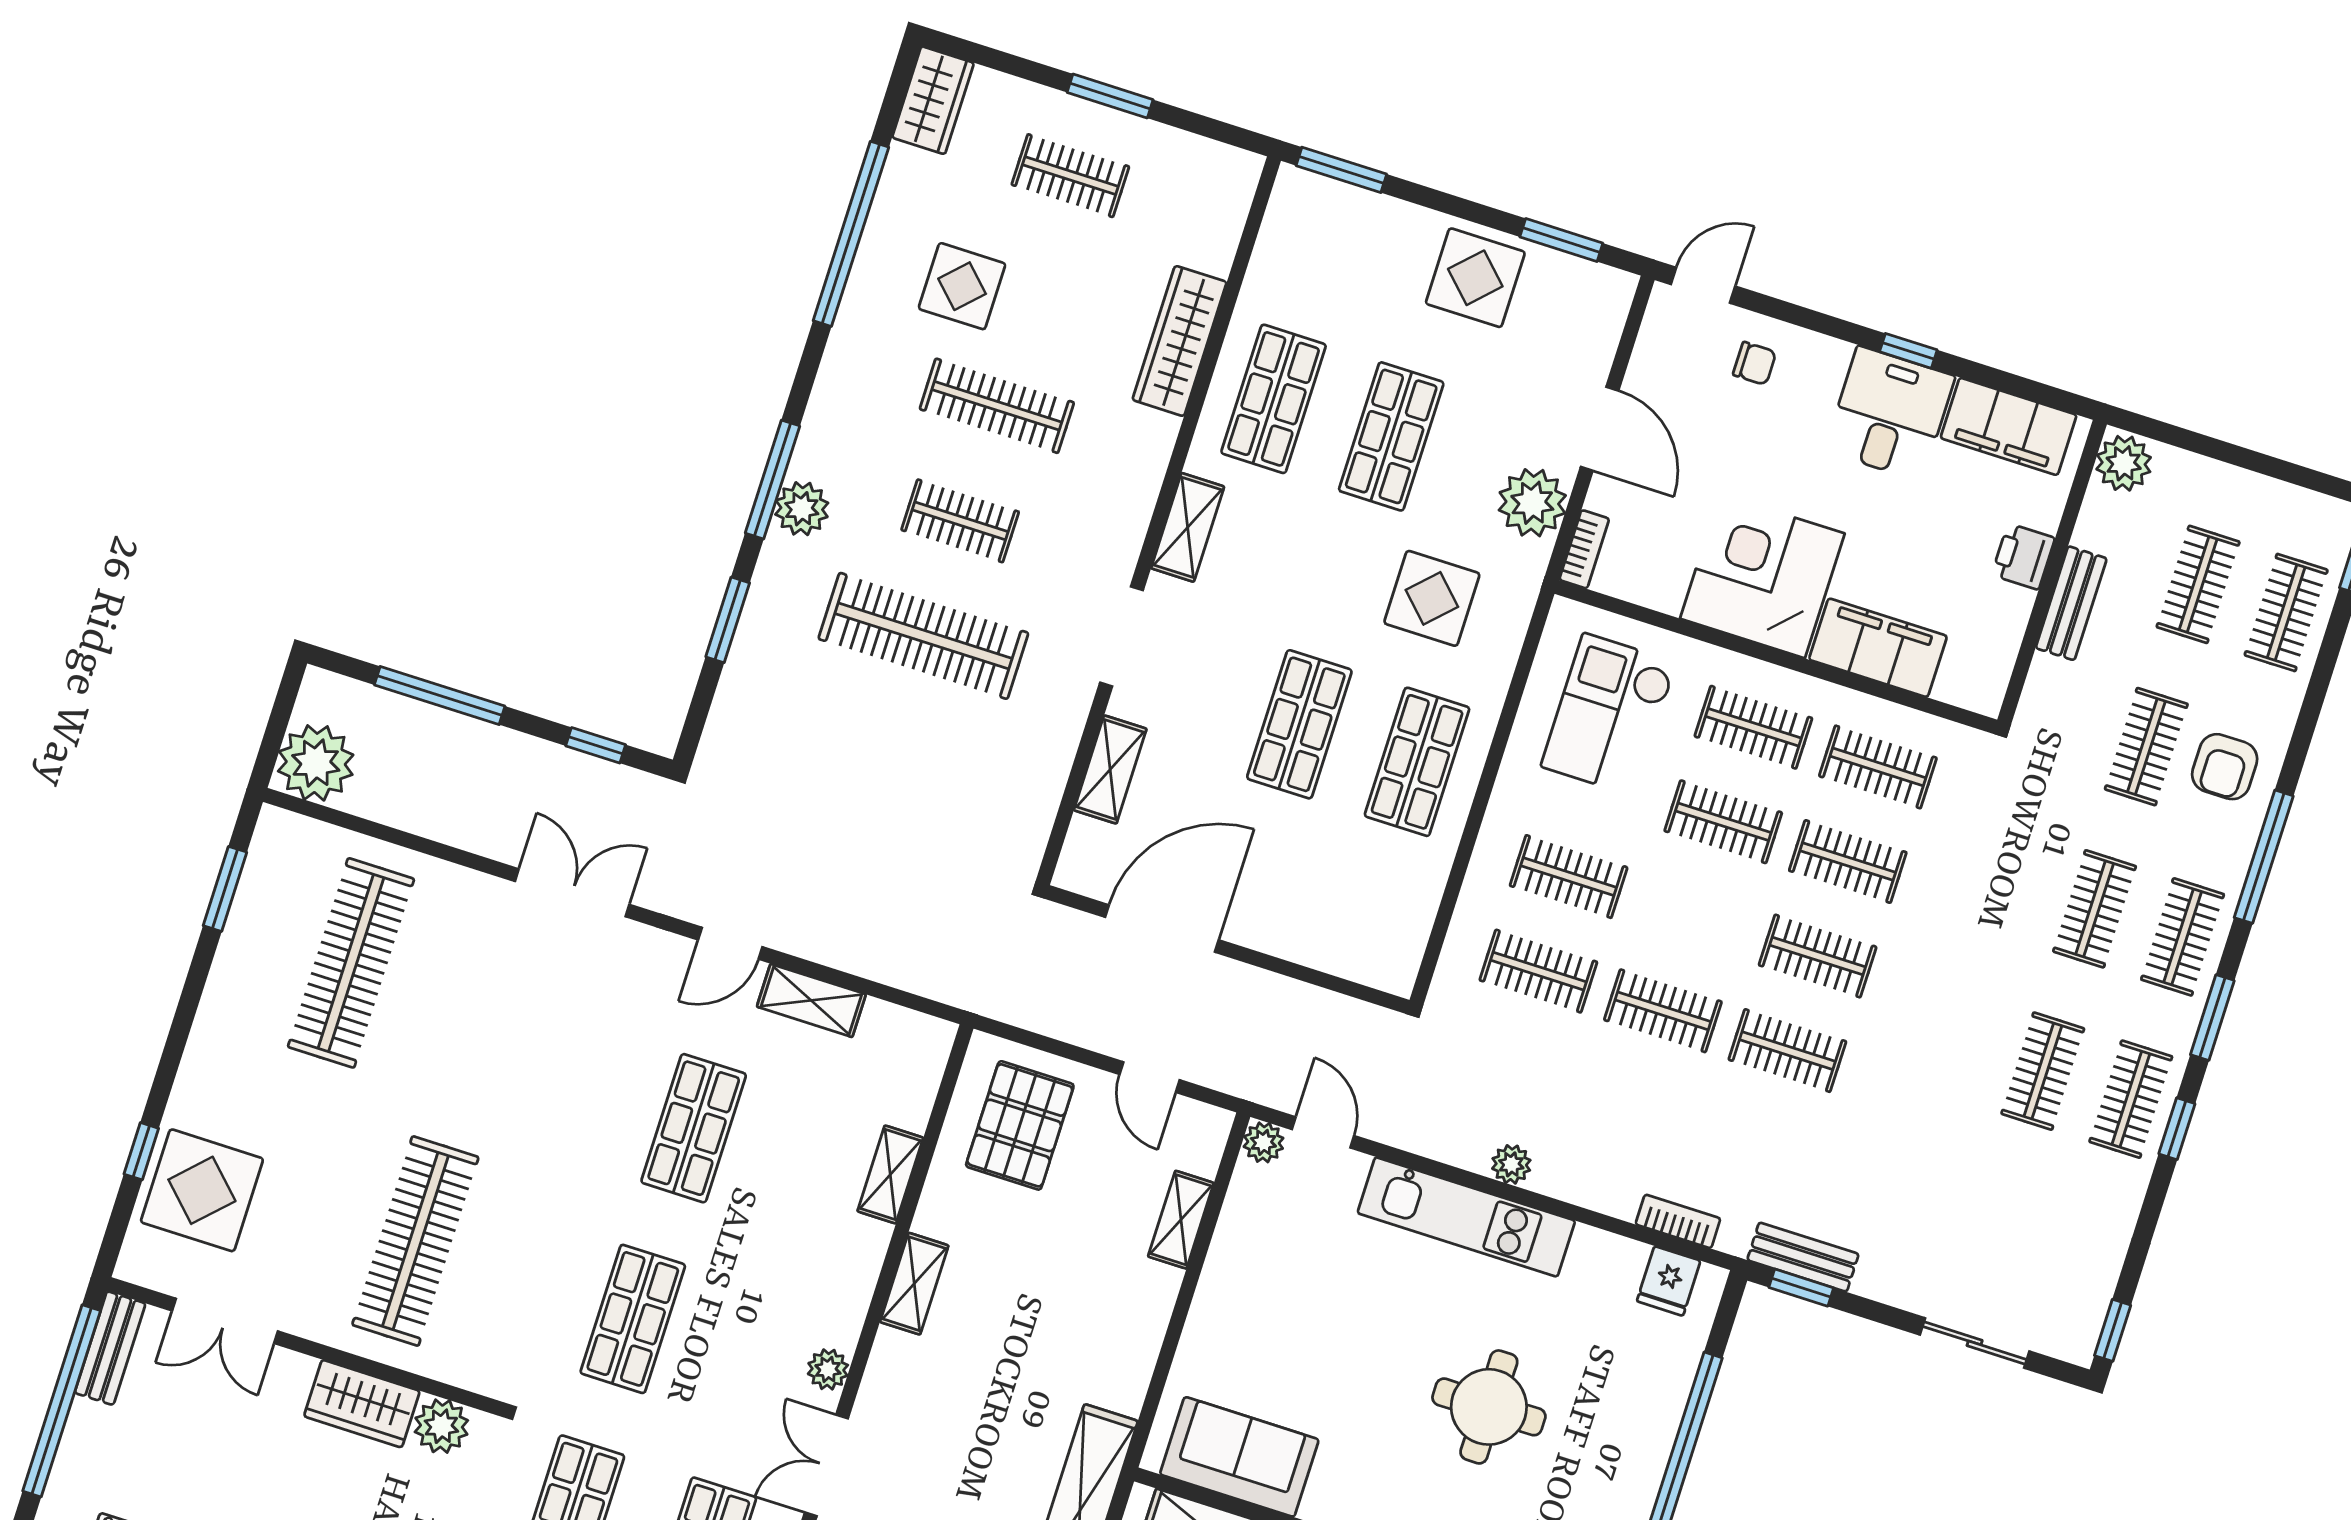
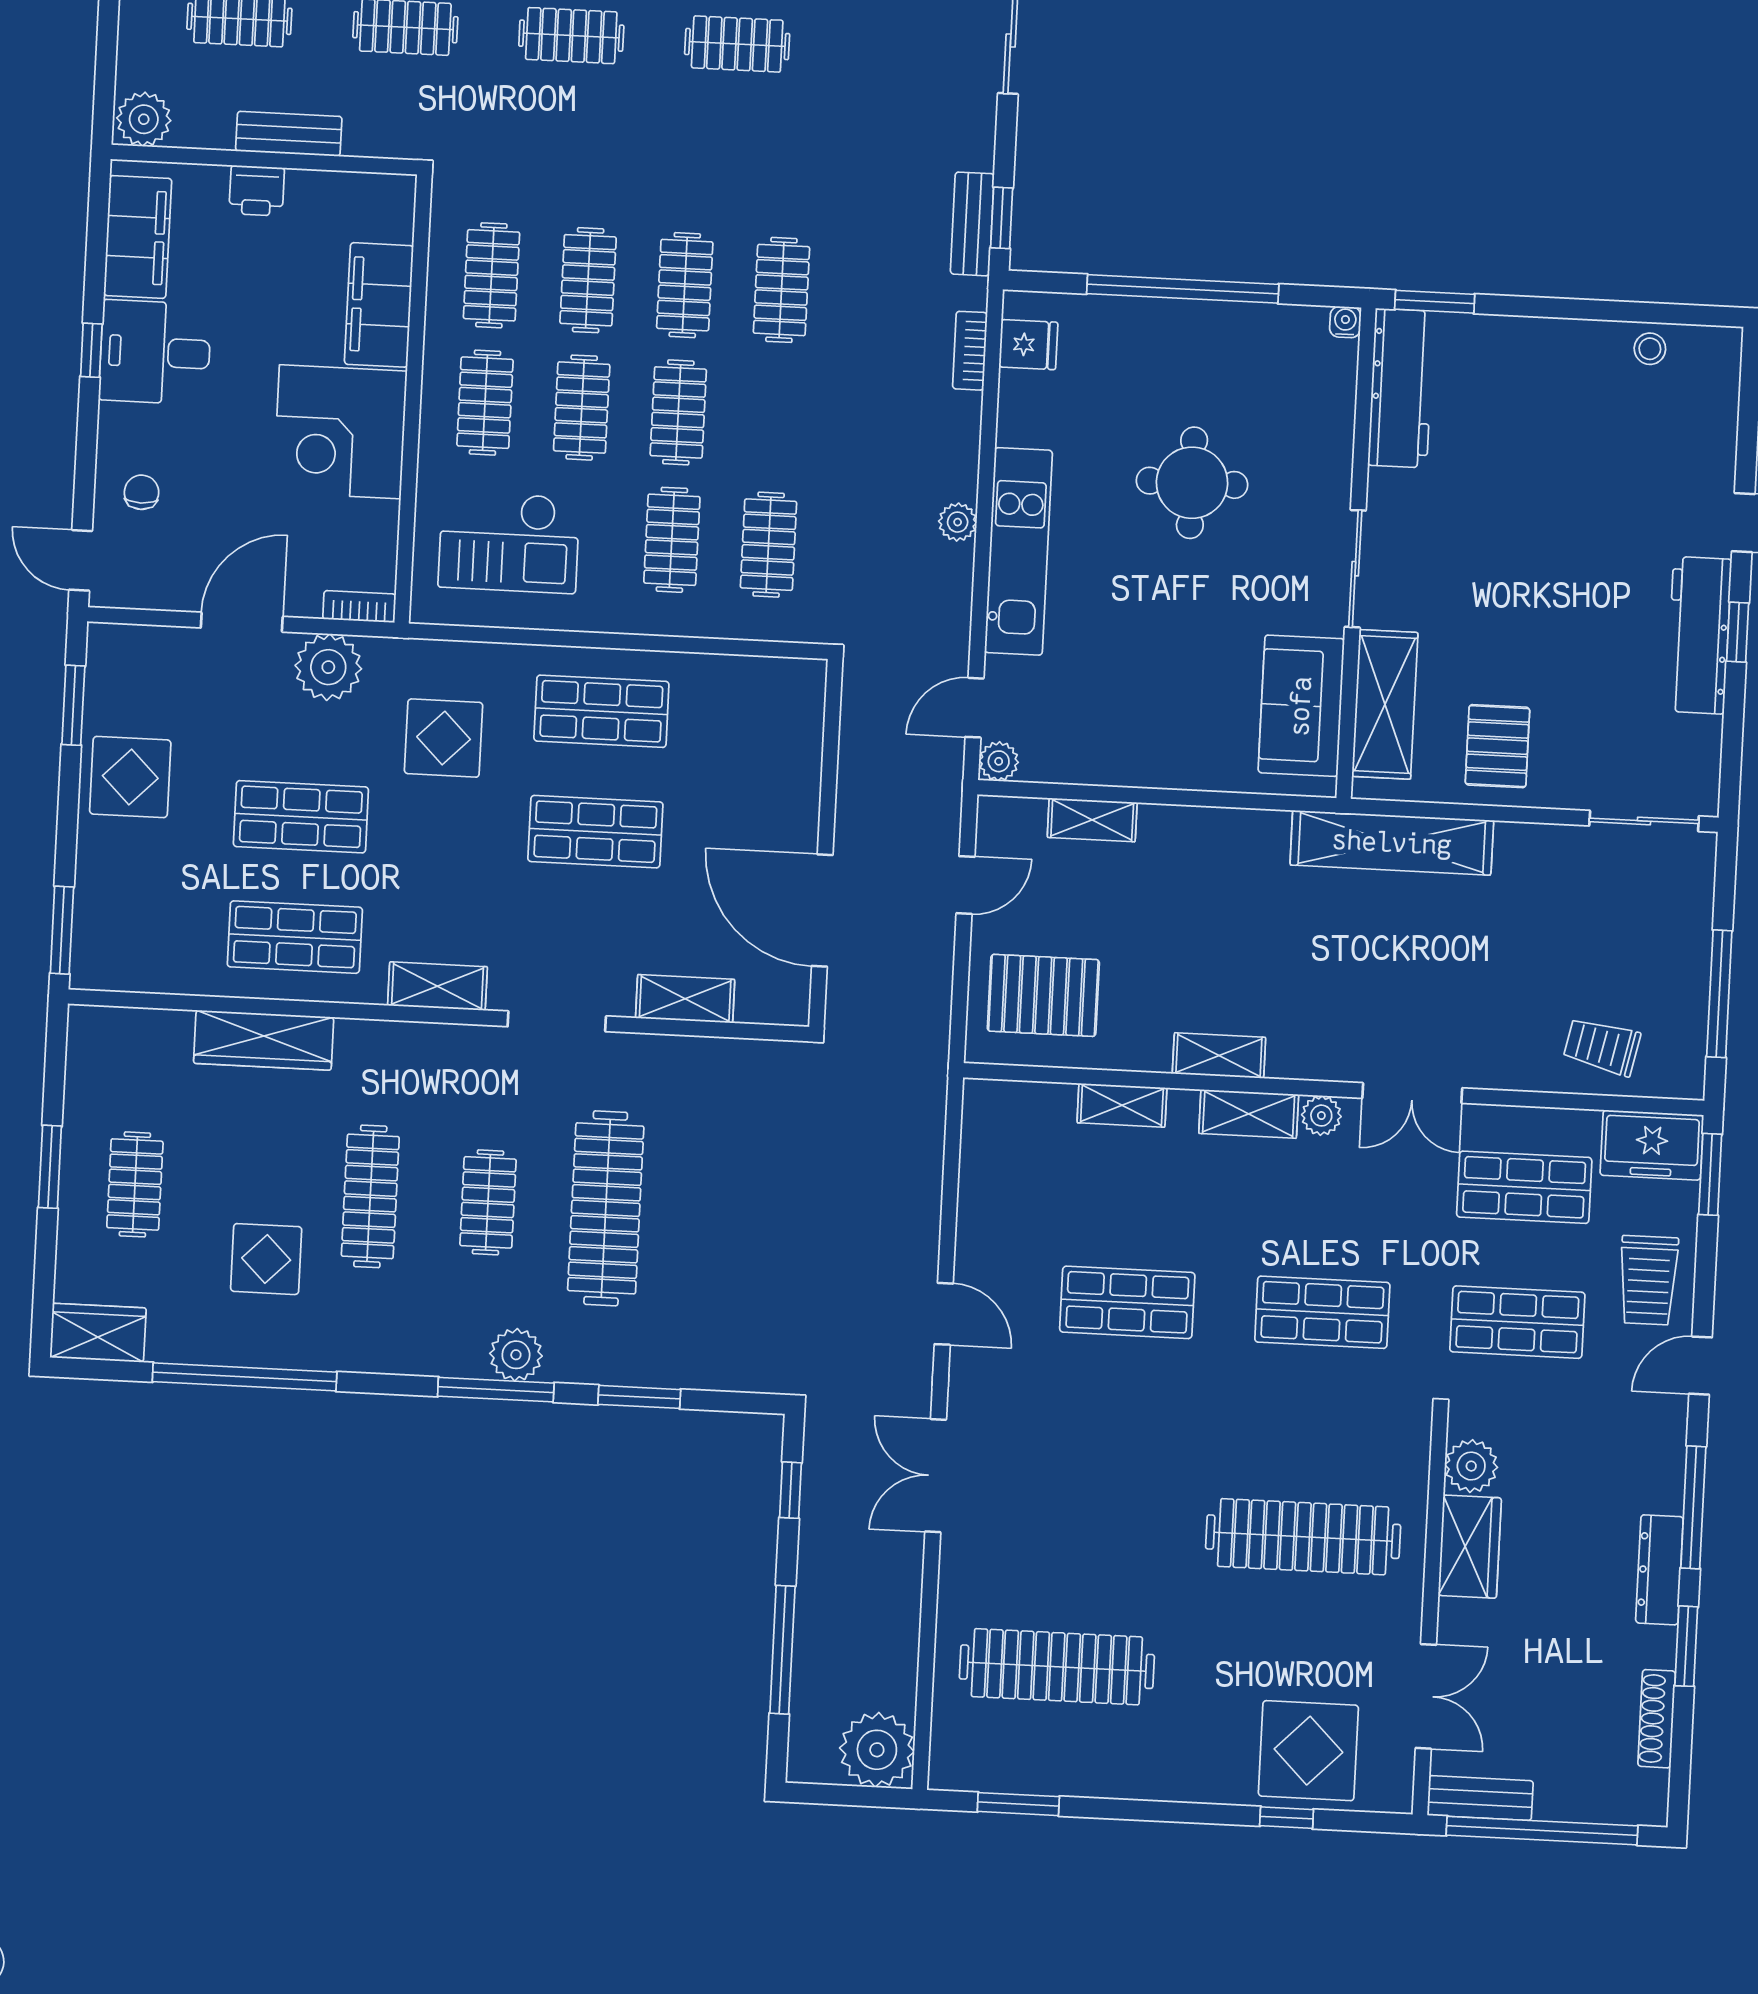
shelving: (811, 1000) -> (1249, 1114), moved, turned 90
clothes rail: (1663, 1011) -> (678, 412), moved

